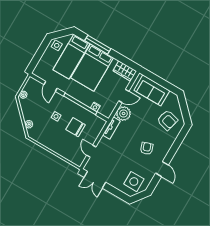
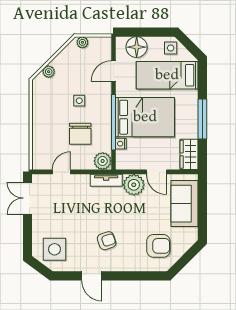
window: (98, 45) -> (202, 119), moved
floor lamp: (45, 65) -> (137, 47), added
bed: (92, 68) -> (145, 117), moved, turned 180
armchair: (167, 120) -> (158, 246), turned -104
plant: (99, 123) -> (103, 161), added
chair: (76, 127) -> (80, 134), turned 180
door: (162, 169) -> (92, 276), hinge flipped

